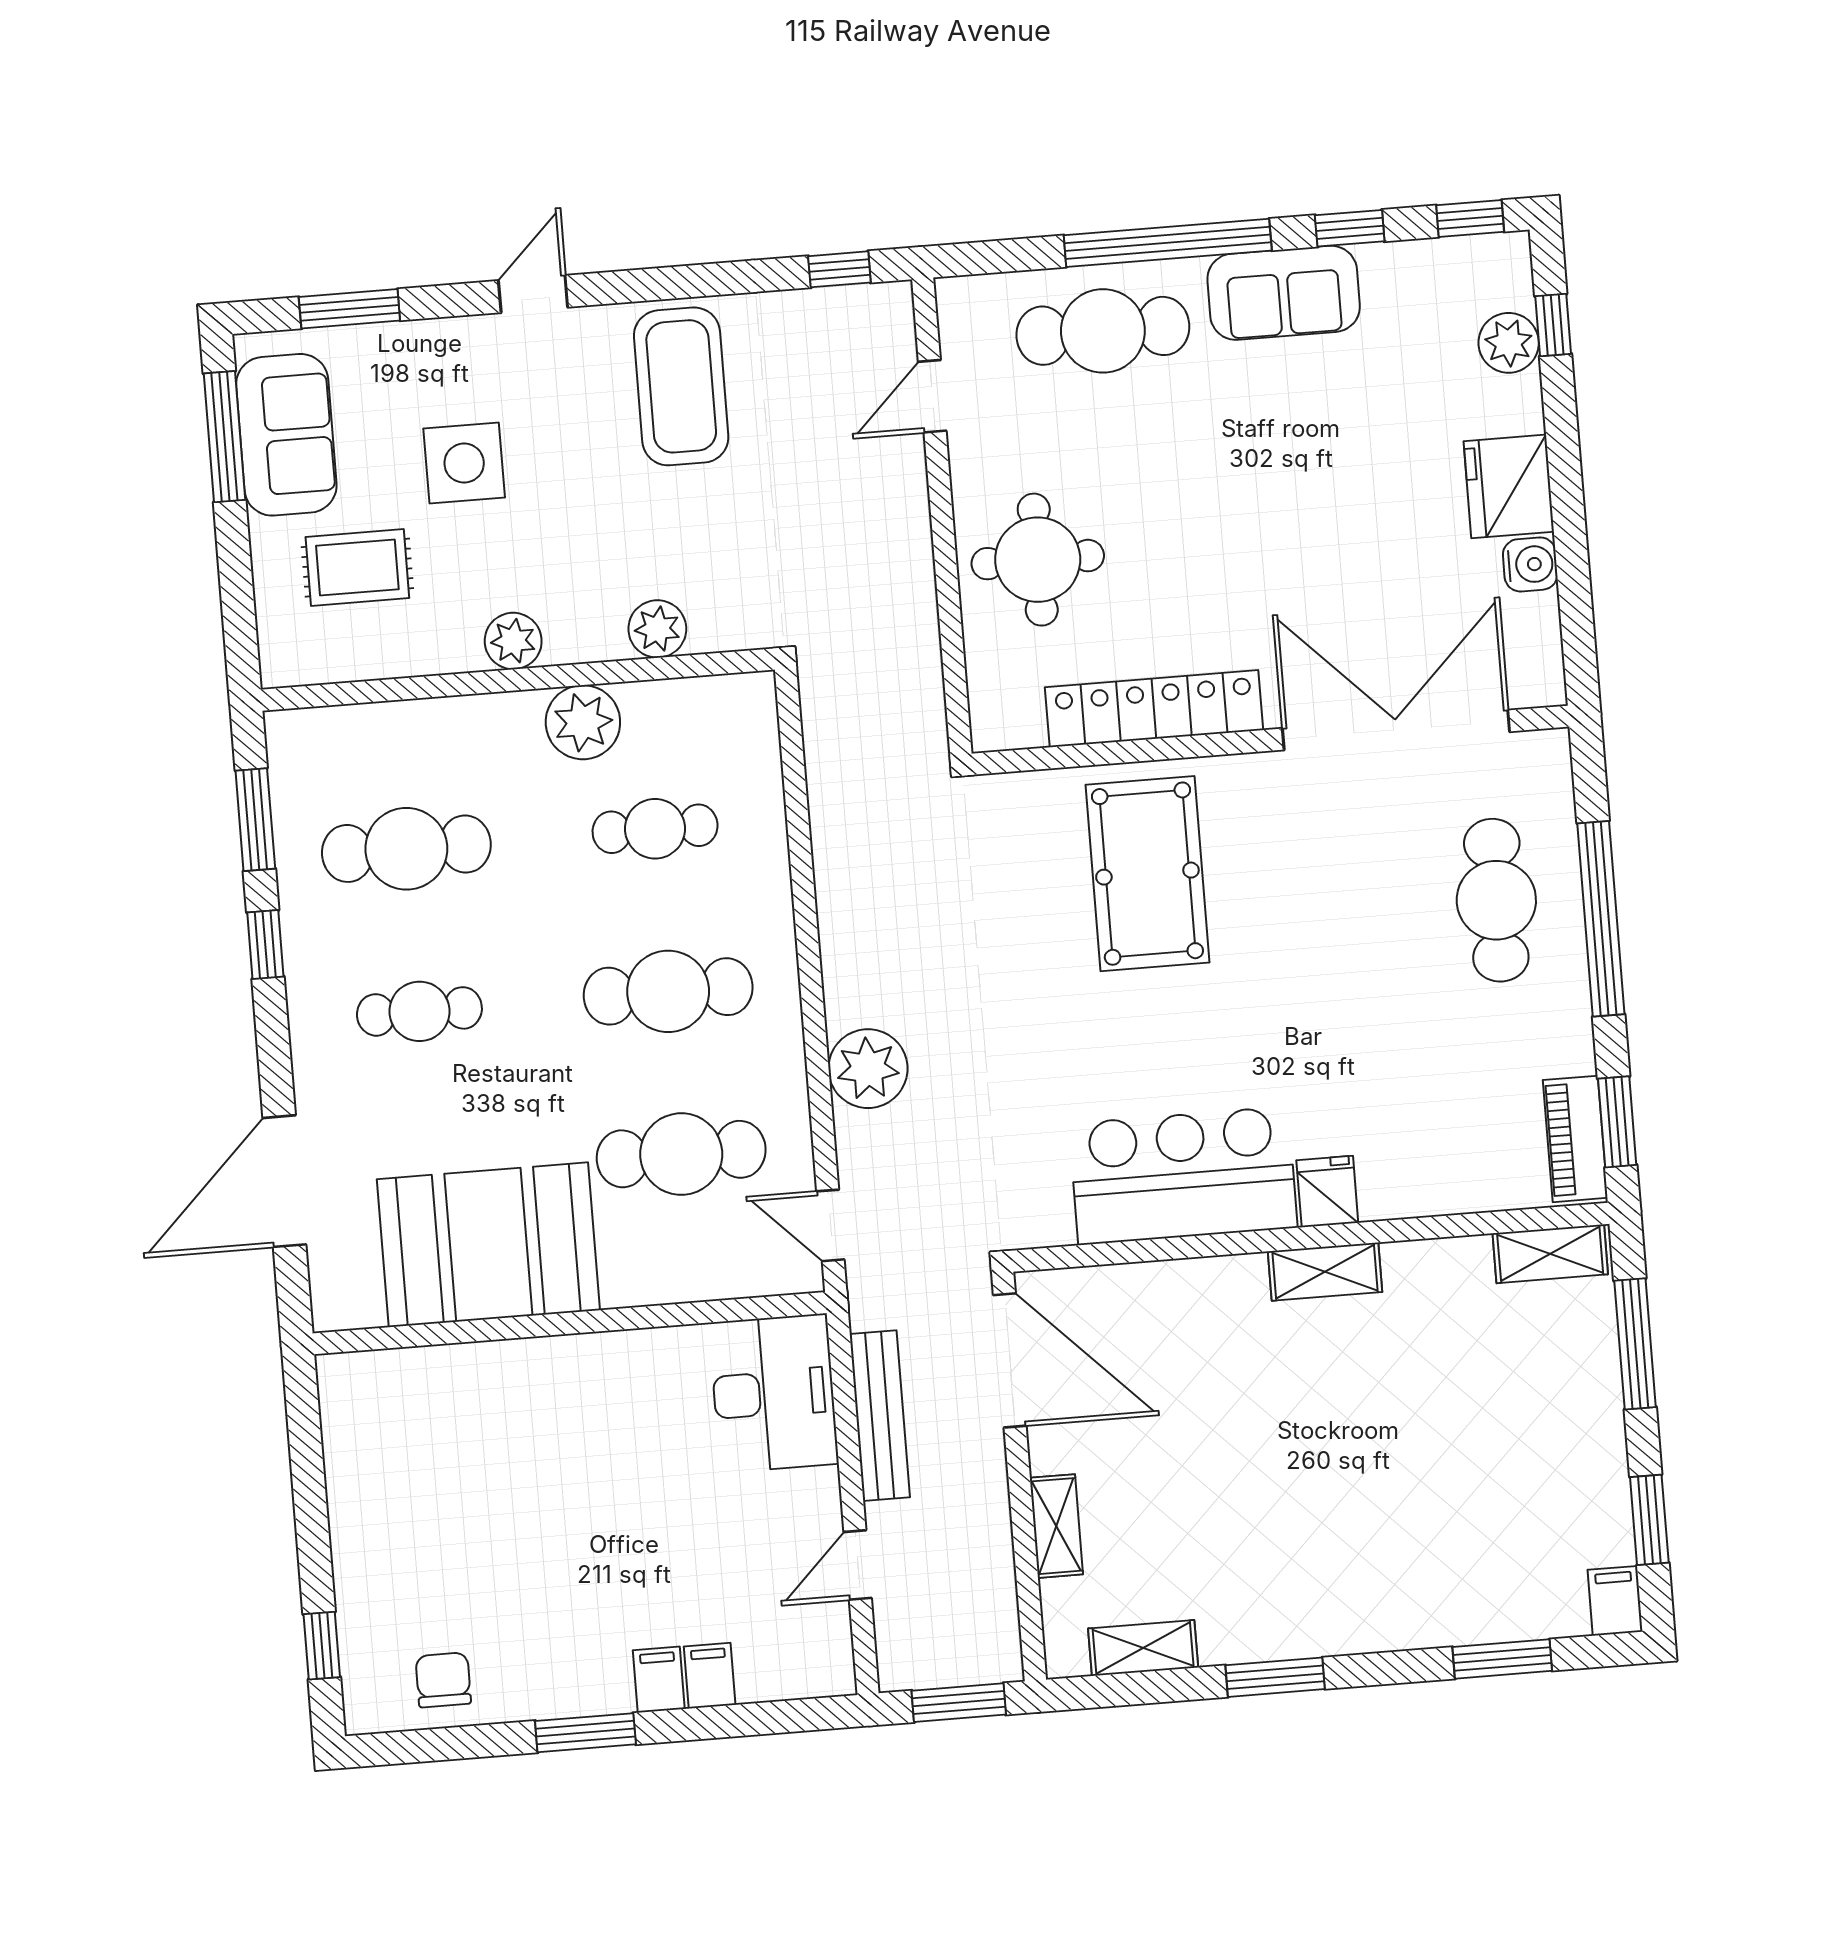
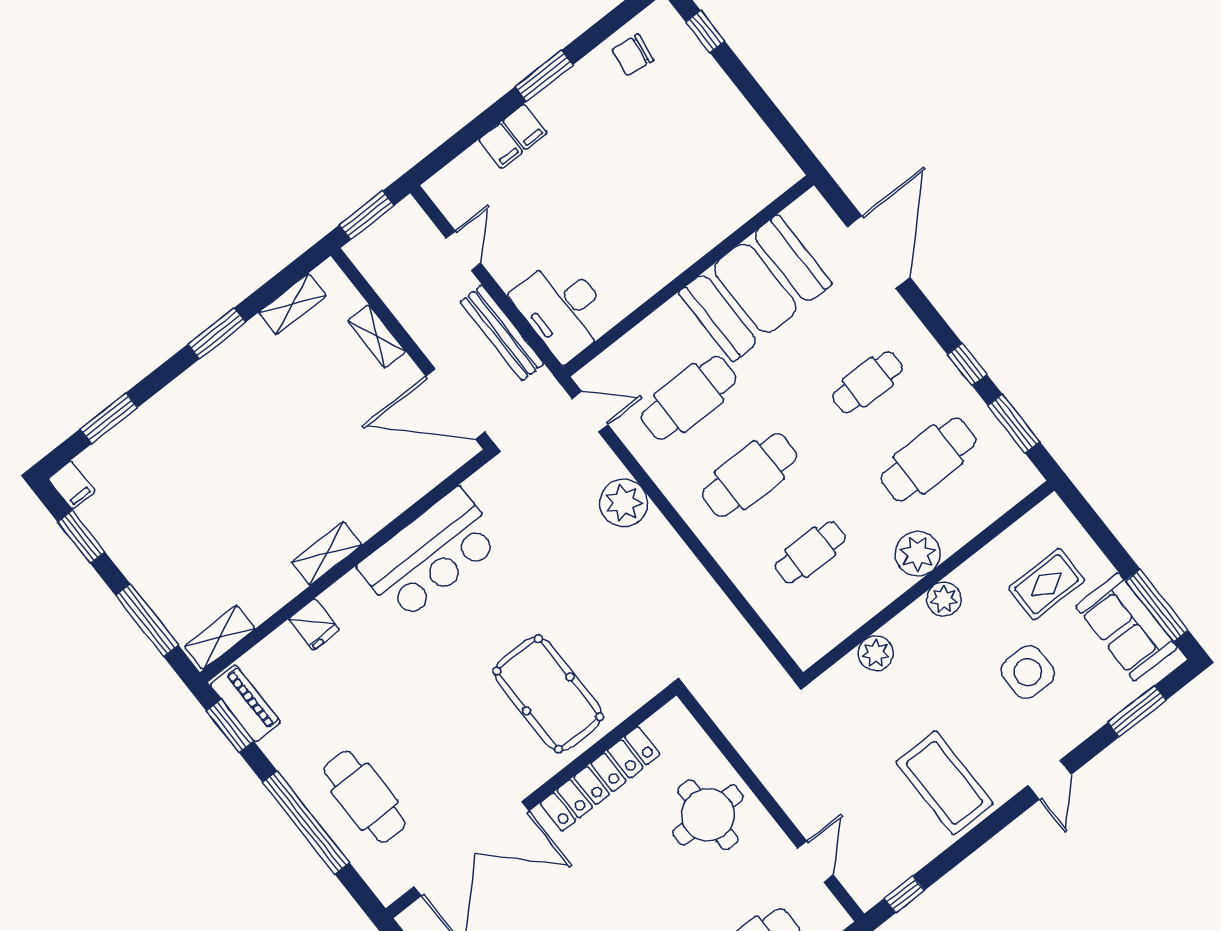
plant: (583, 722) -> (918, 554), moved
fridge: (1327, 1192) -> (314, 624), moved
chair: (443, 1680) -> (633, 55), turned 98

